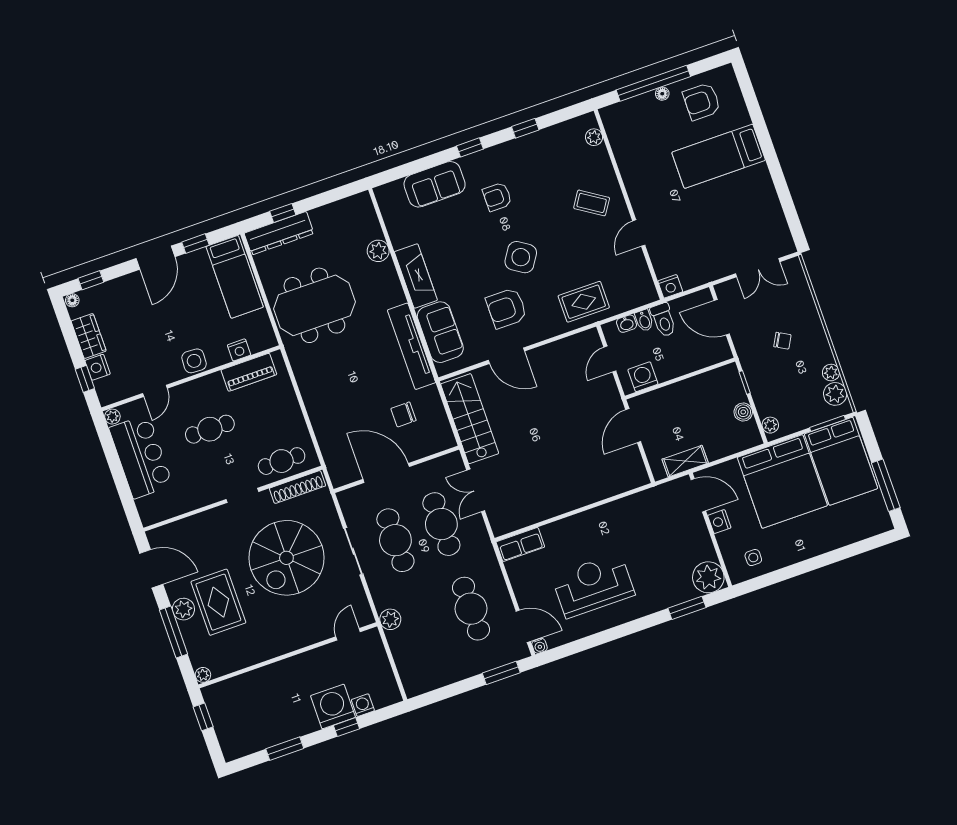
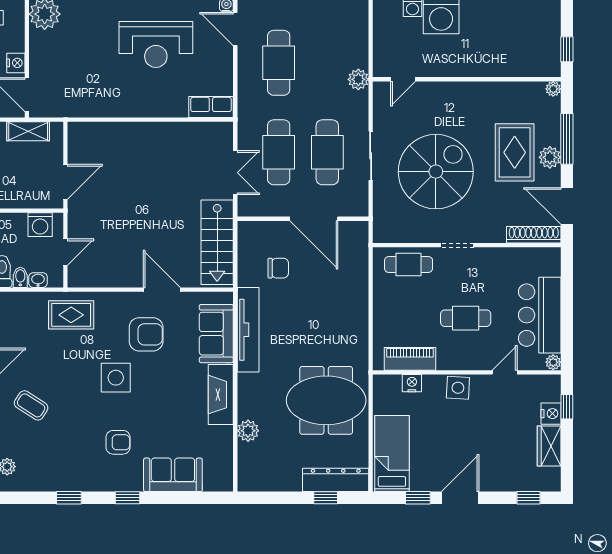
side table: (521, 257) -> (116, 378), turned -33
floor lamp: (72, 300) -> (553, 485), removed
shoe rack: (298, 487) -> (534, 235), moved

